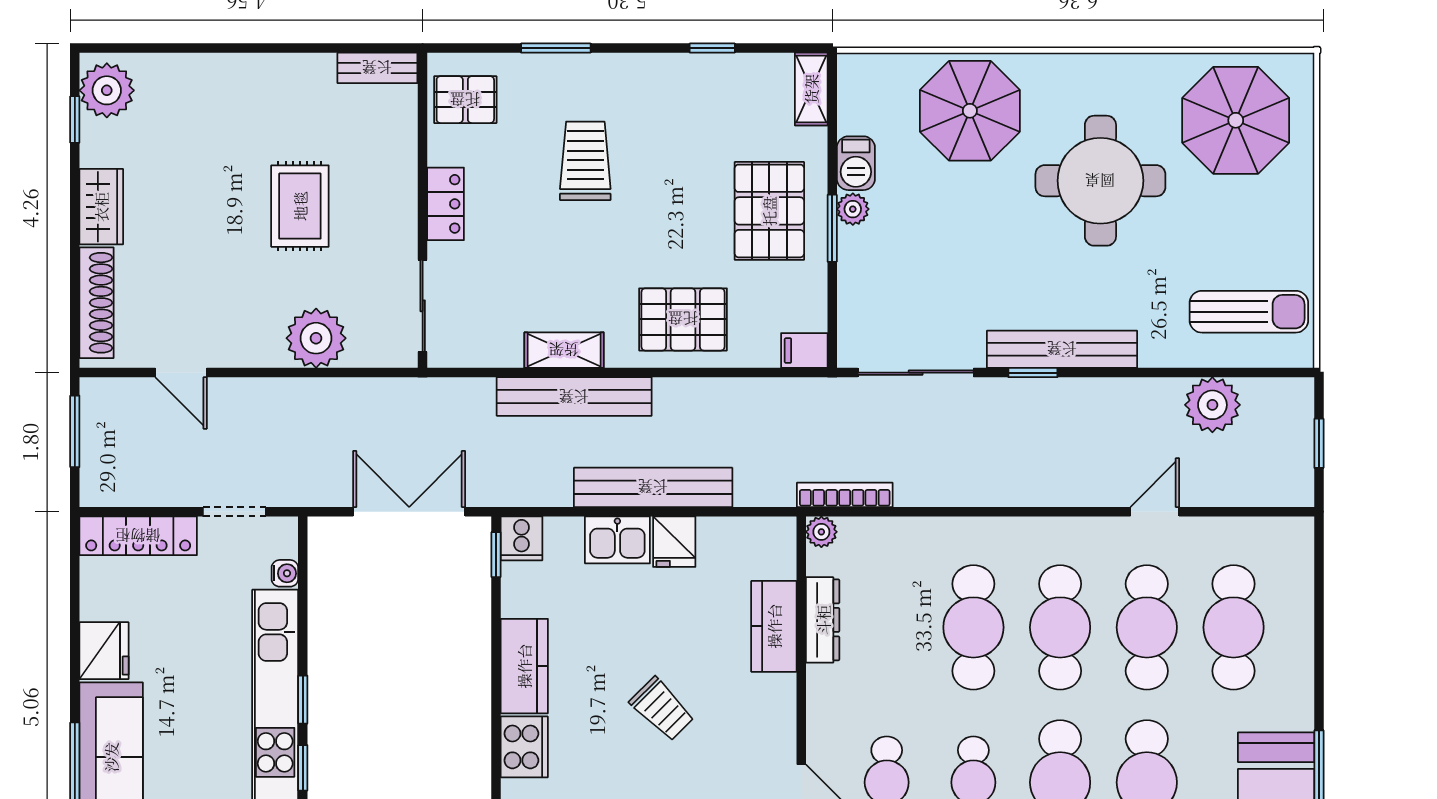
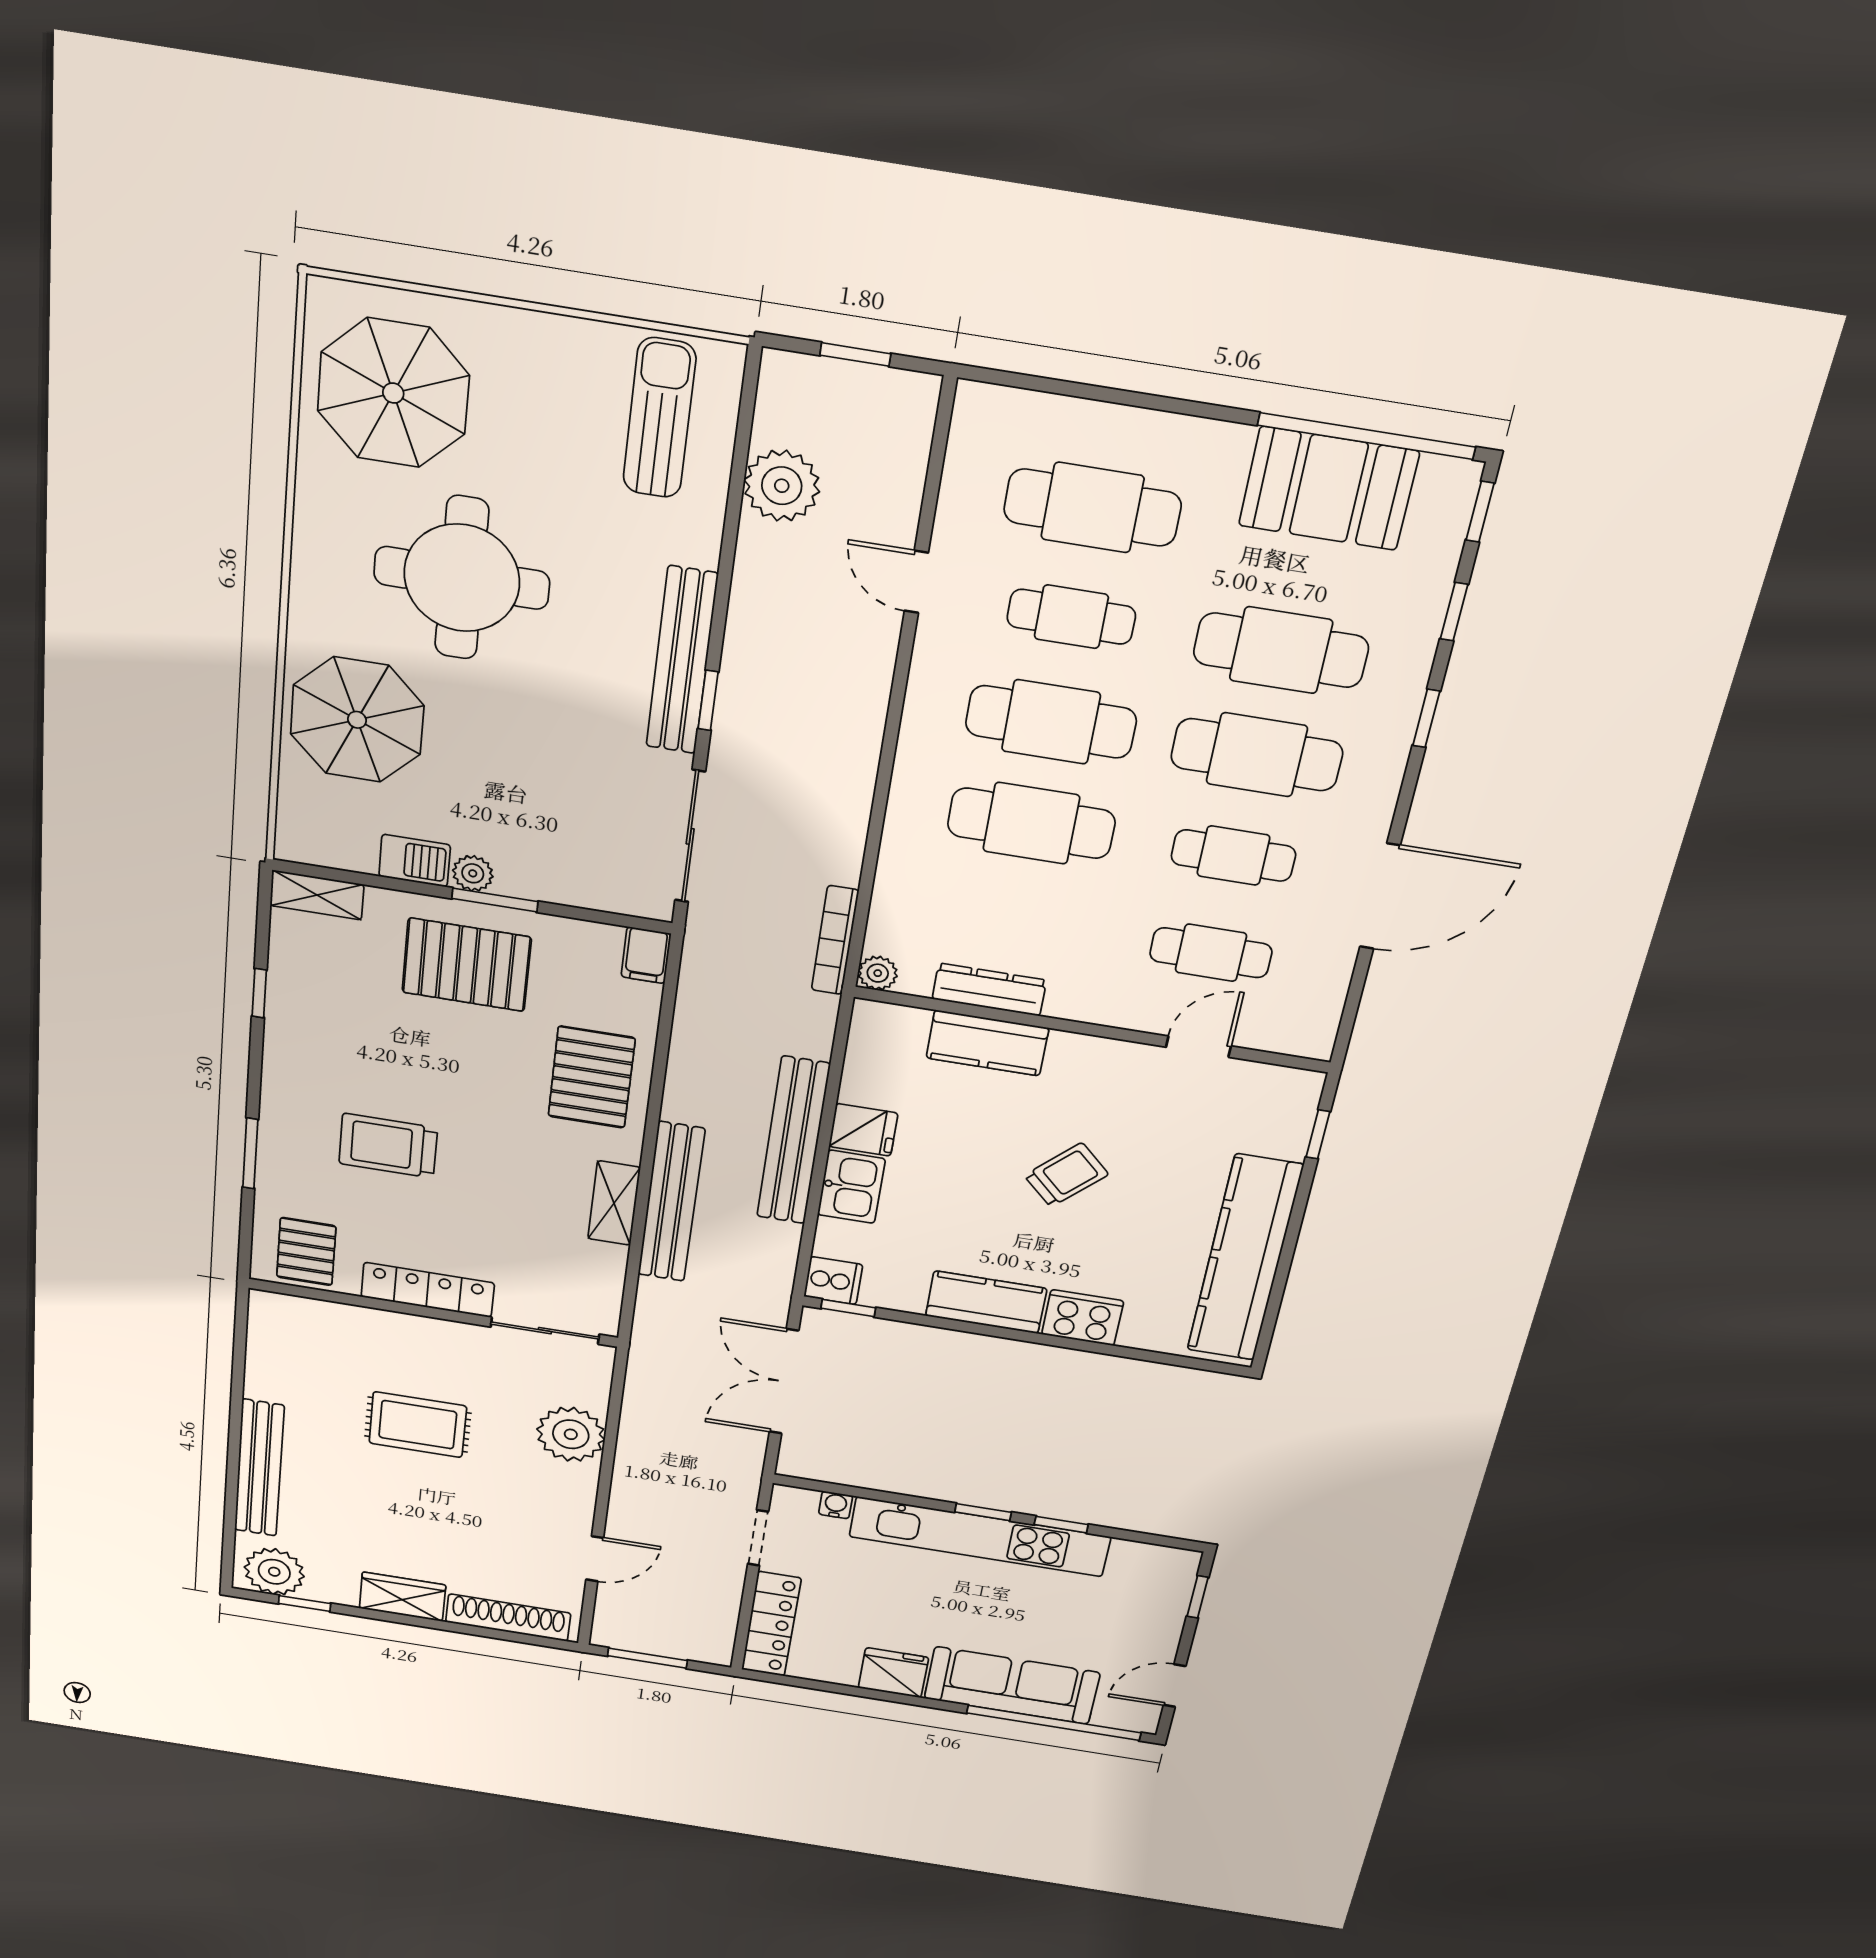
bench: (377, 68) -> (259, 1468), moved, width x1.86, depth x1.21
locker: (446, 204) -> (428, 1290), width x1.53
cafe table: (1147, 627) -> (1071, 617), width x0.73, depth x0.74

